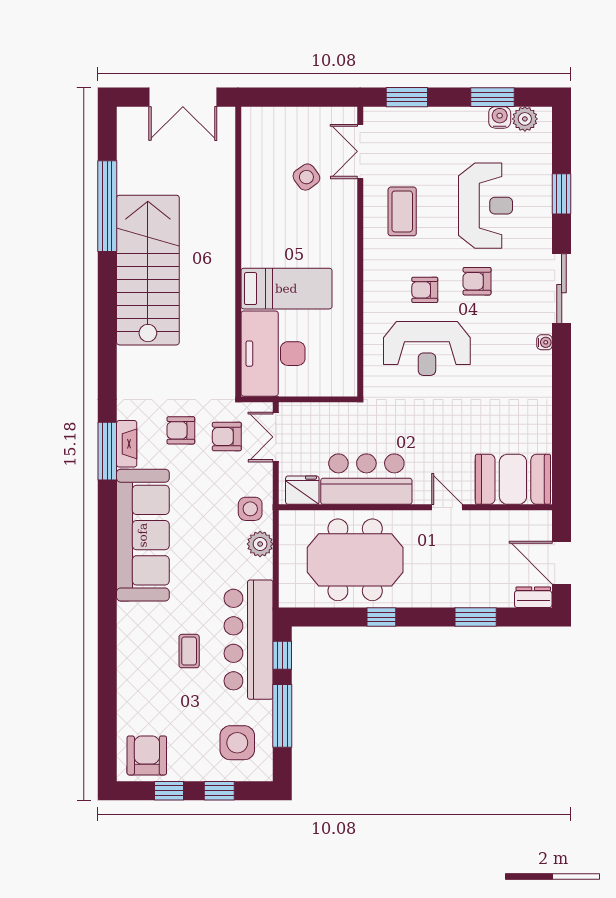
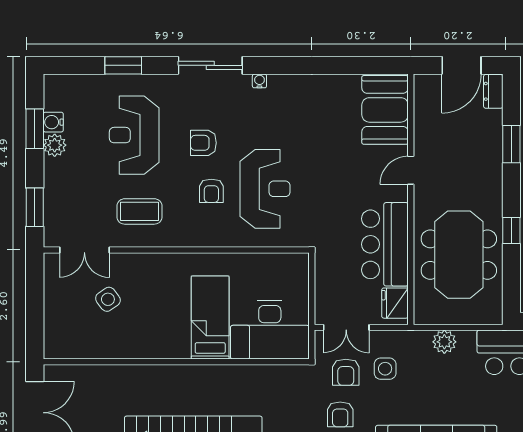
plant: (525, 119) -> (55, 145), moved
reception desk: (486, 206) -> (134, 135), turned -90
armchair: (477, 281) -> (203, 143), turned 90
side table: (250, 509) -> (385, 369), moved

